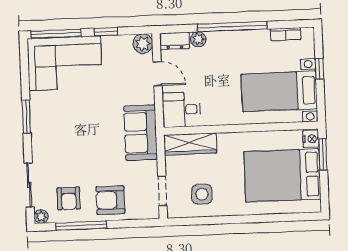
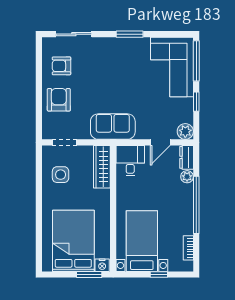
plant: (41, 217) -> (48, 43), removed
window: (81, 226) -> (39, 75), removed

